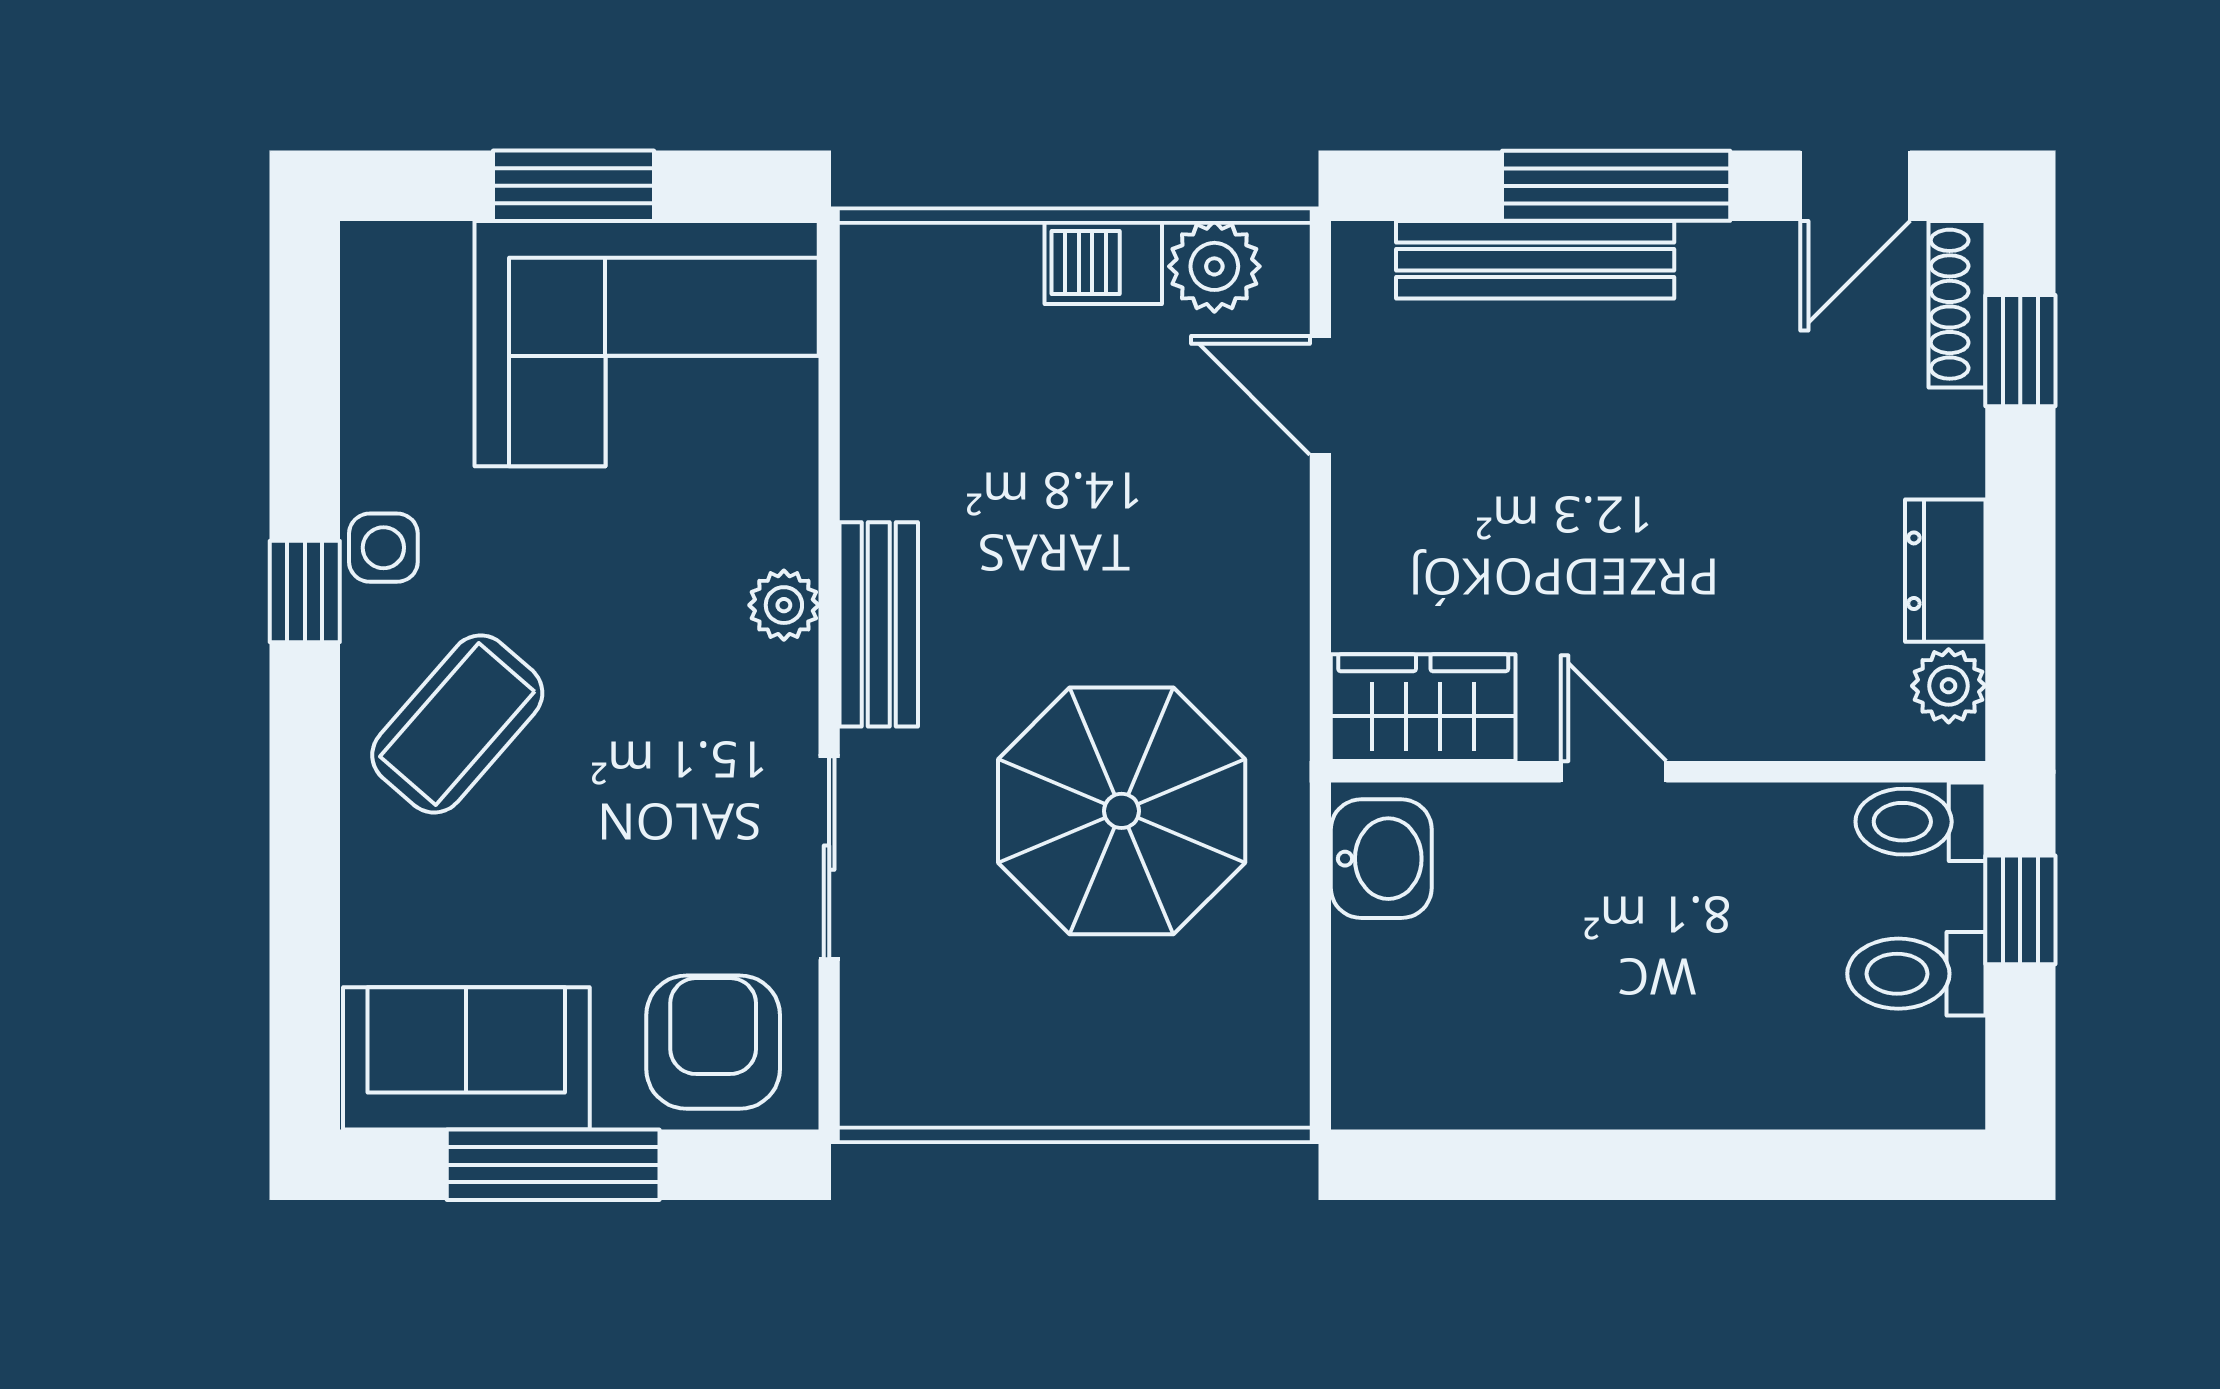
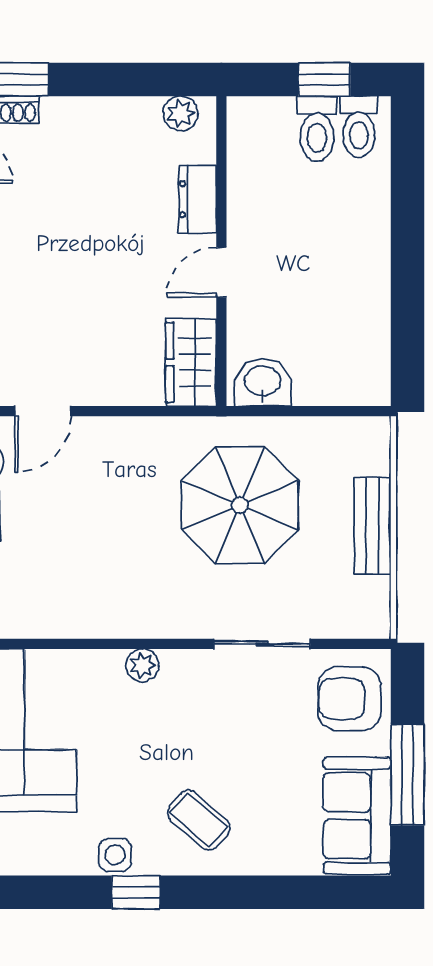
dresser: (1945, 571) -> (197, 199), moved, turned 90
bench: (879, 624) -> (372, 526), moved, turned 90
coffee table: (457, 724) -> (199, 820), width x0.73, depth x0.77
toilet: (1920, 822) -> (359, 127), moved
window: (2020, 910) -> (324, 79), moved

